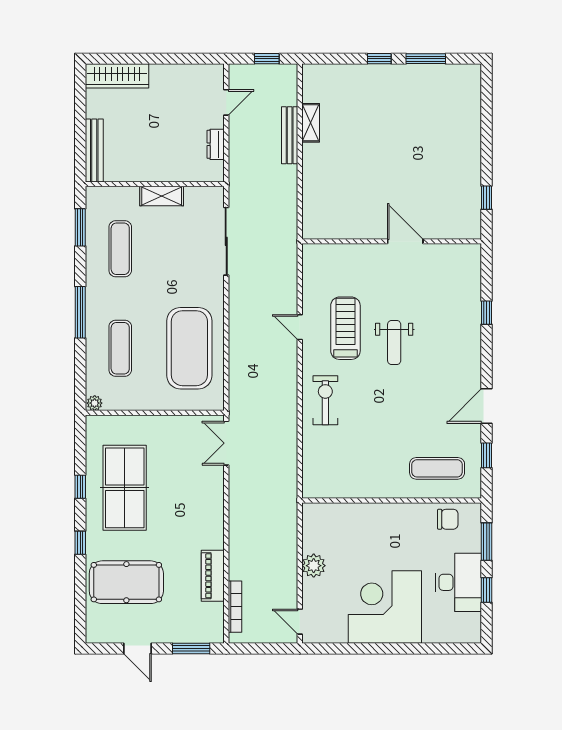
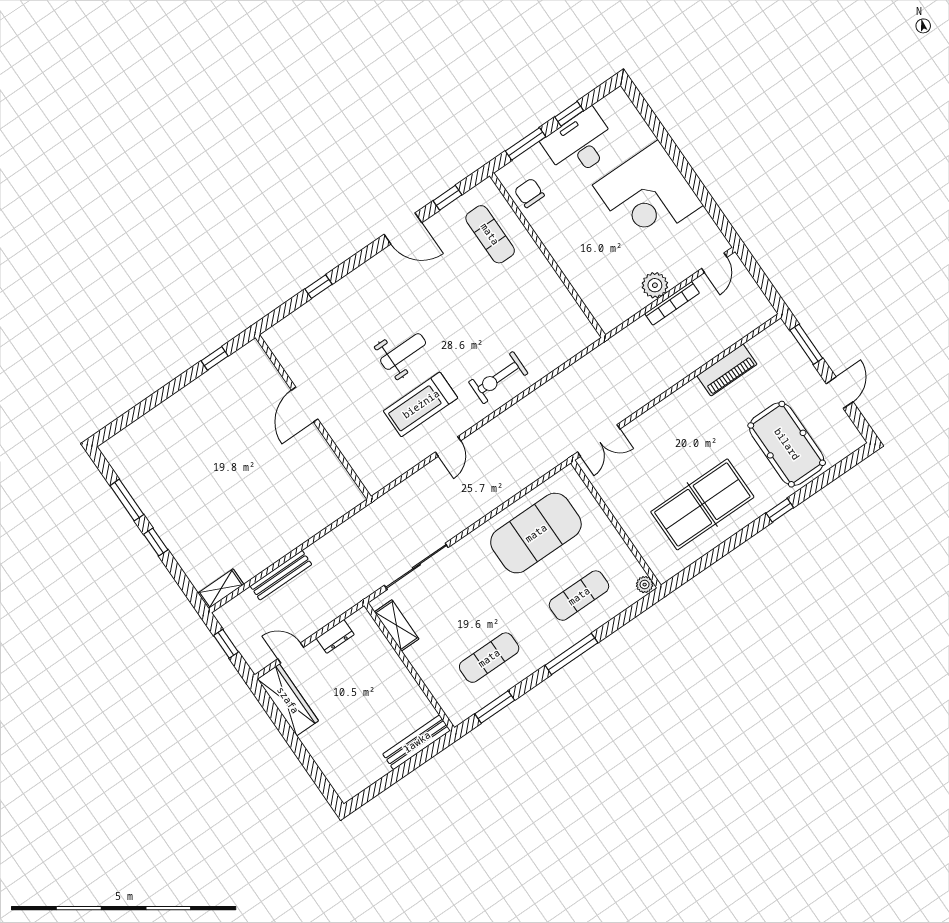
wardrobe: (117, 76) -> (288, 700), moved
shelving: (311, 123) -> (221, 589), moved
shelving: (162, 196) -> (397, 625), moved
window: (80, 487) -> (729, 545), removed
bookcase: (235, 607) -> (672, 303), moved, turned 180

